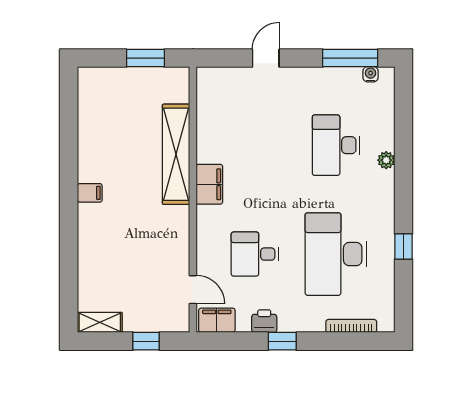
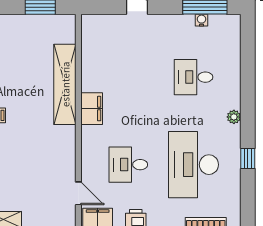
water cooler: (371, 74) -> (202, 20), moved
desk: (336, 145) -> (194, 77), width x0.73
plant: (386, 160) -> (234, 117), moved

